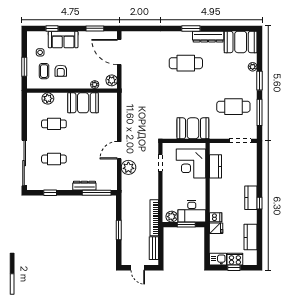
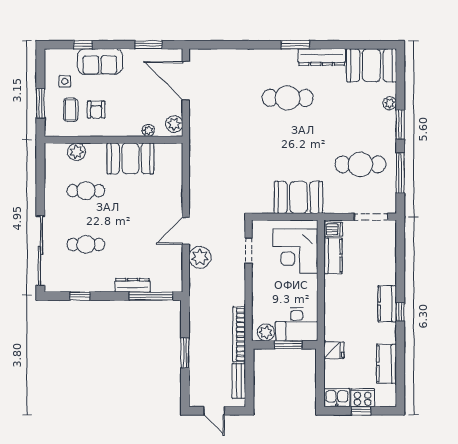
dishwasher: (216, 217) -> (333, 229), moved

